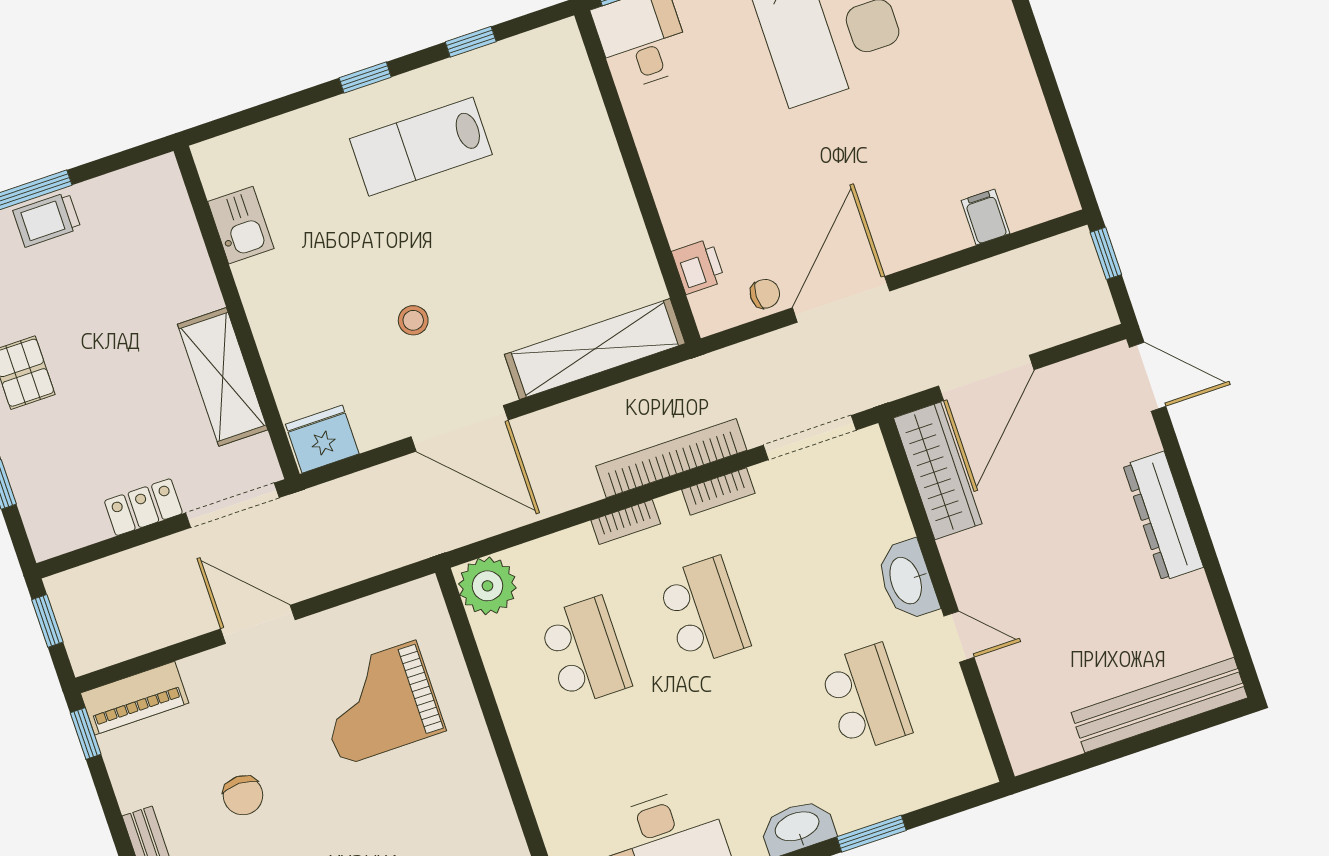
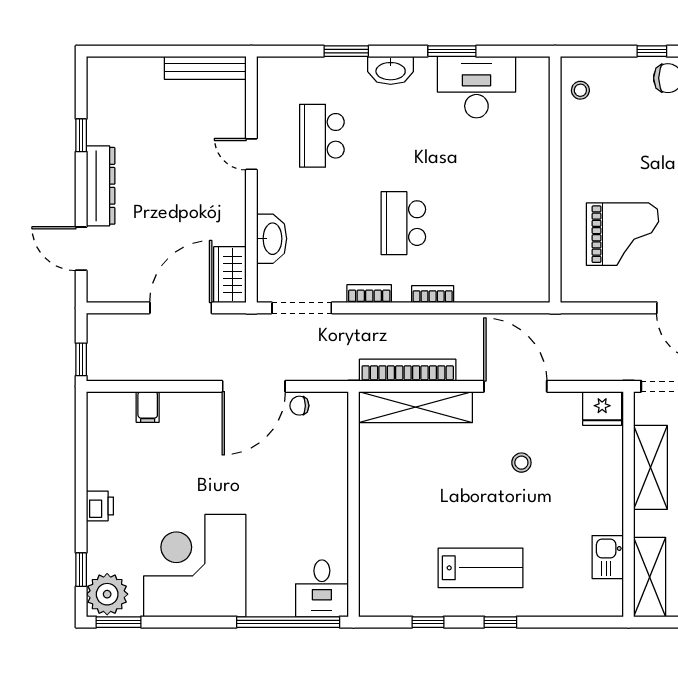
shelving: (170, 217) -> (650, 577), added
printer: (698, 266) -> (100, 506), moved, turned 180
door: (1148, 377) -> (81, 249), moved
bookcase: (671, 458) -> (408, 370), moved, turned 180
wardrobe: (938, 471) -> (230, 275), width x0.67
washbasin: (907, 580) -> (272, 239), moved
window: (1216, 580) -> (81, 135), added
plant: (487, 586) -> (531, 284), removed
school desk: (585, 651) -> (485, 223), removed
bench: (1159, 705) -> (205, 68), moved, width x0.73, depth x0.82

